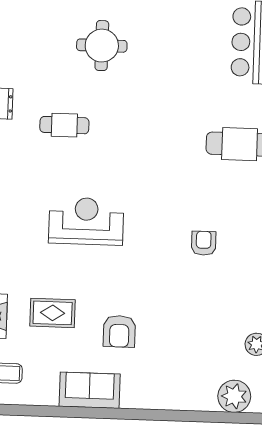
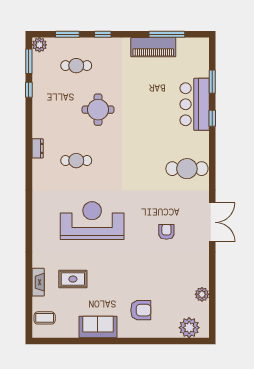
reception desk: (86, 221) -> (92, 221), width x1.36, depth x1.30
armchair: (119, 331) -> (141, 310), moved, turned -90

